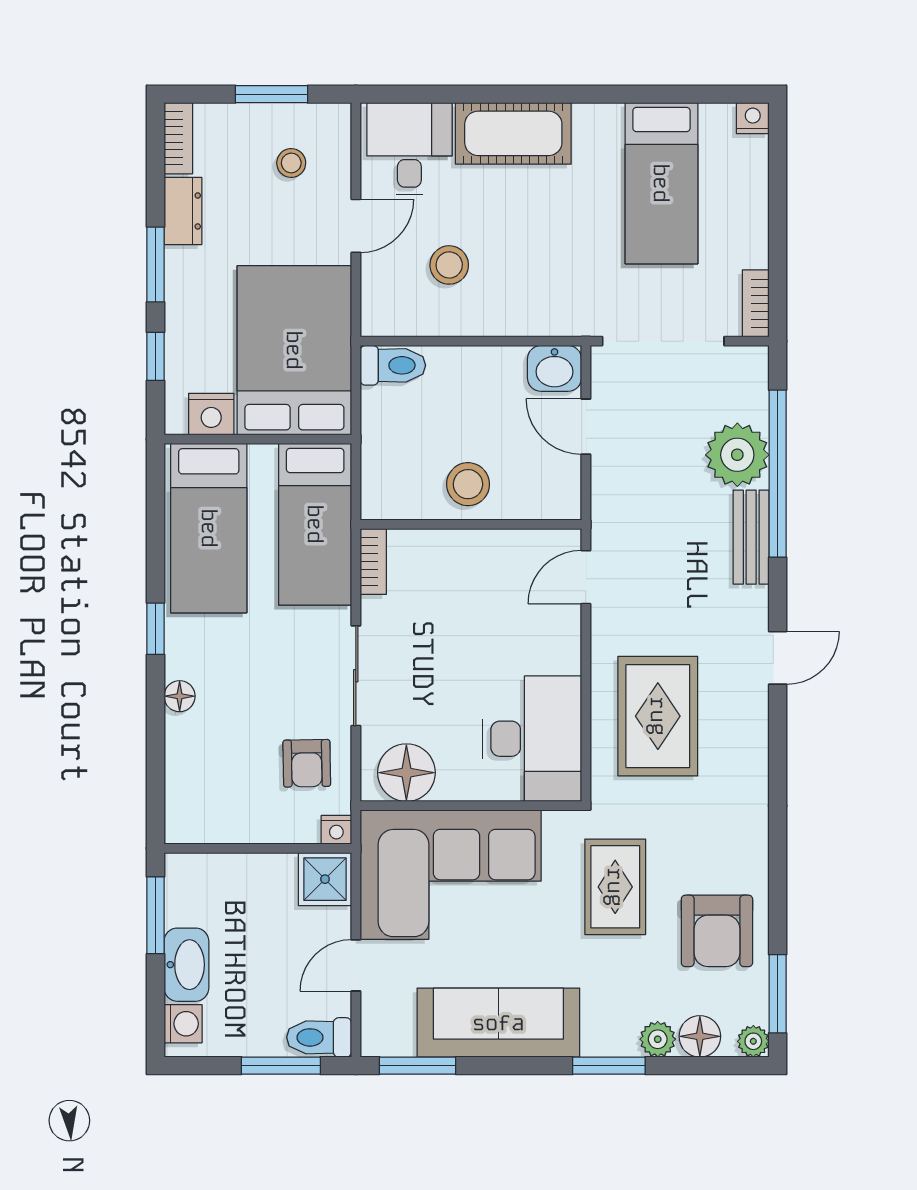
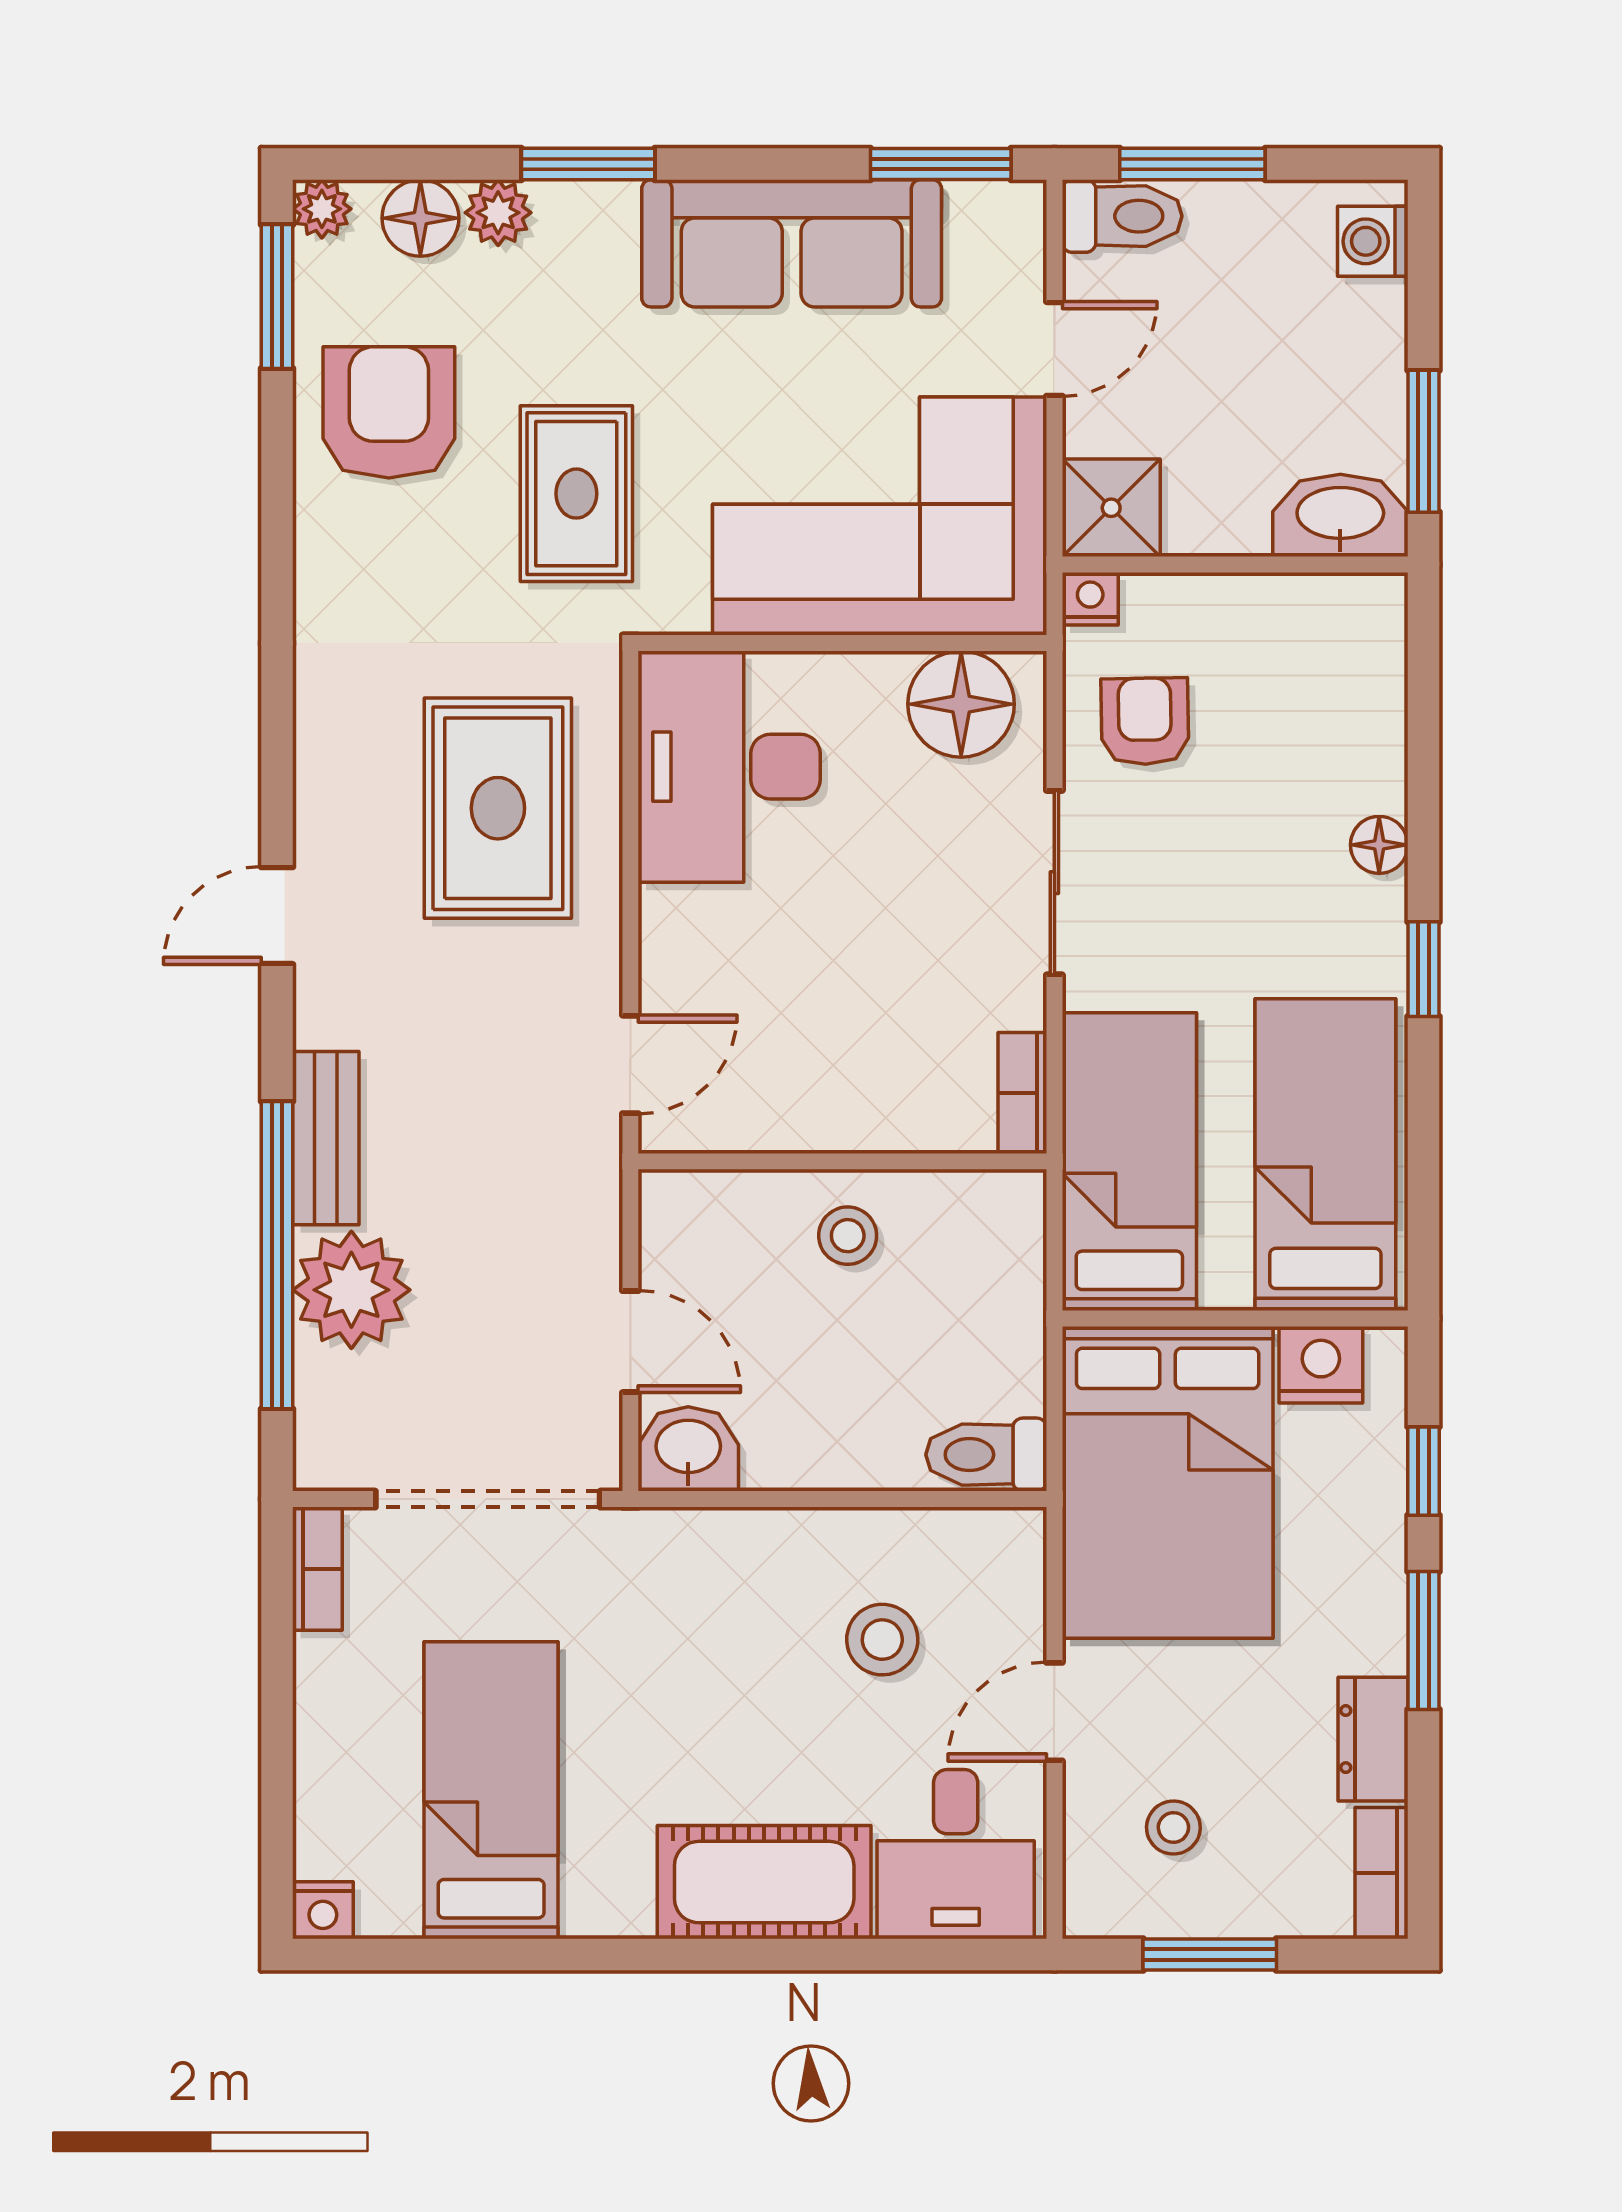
stool: (468, 484) -> (848, 1236), width x0.73, depth x0.73
washbasin: (186, 965) -> (1340, 515), moved, turned 90

